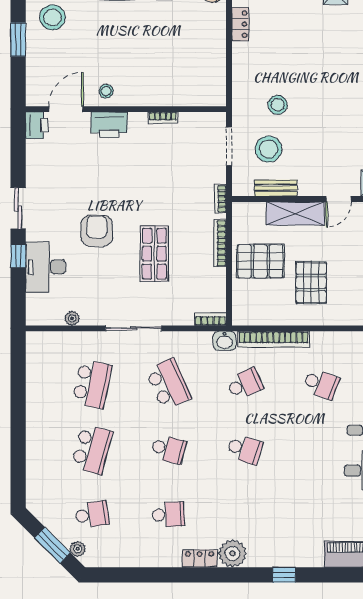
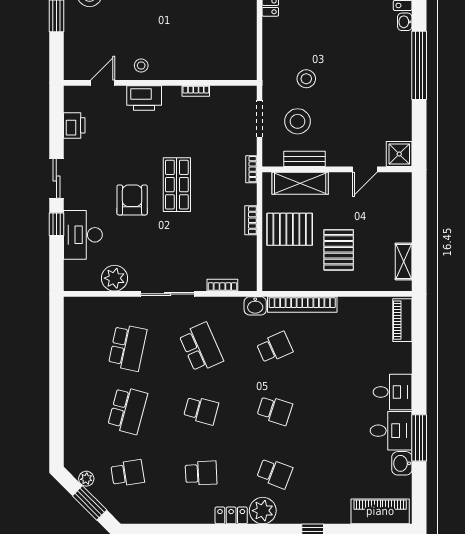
door: (66, 109) -> (103, 83), width x0.73
printer: (37, 125) -> (74, 125), moved
shelving: (295, 213) -> (300, 183), moved
bookcase: (220, 243) -> (251, 220), width x0.64
shop shelf: (154, 254) -> (177, 185), moved
plant: (72, 318) -> (114, 278), width x1.88, depth x1.88
bookcase: (210, 319) -> (222, 285), moved
school desk: (321, 384) -> (275, 473), moved
plant: (78, 549) -> (86, 479), moved

